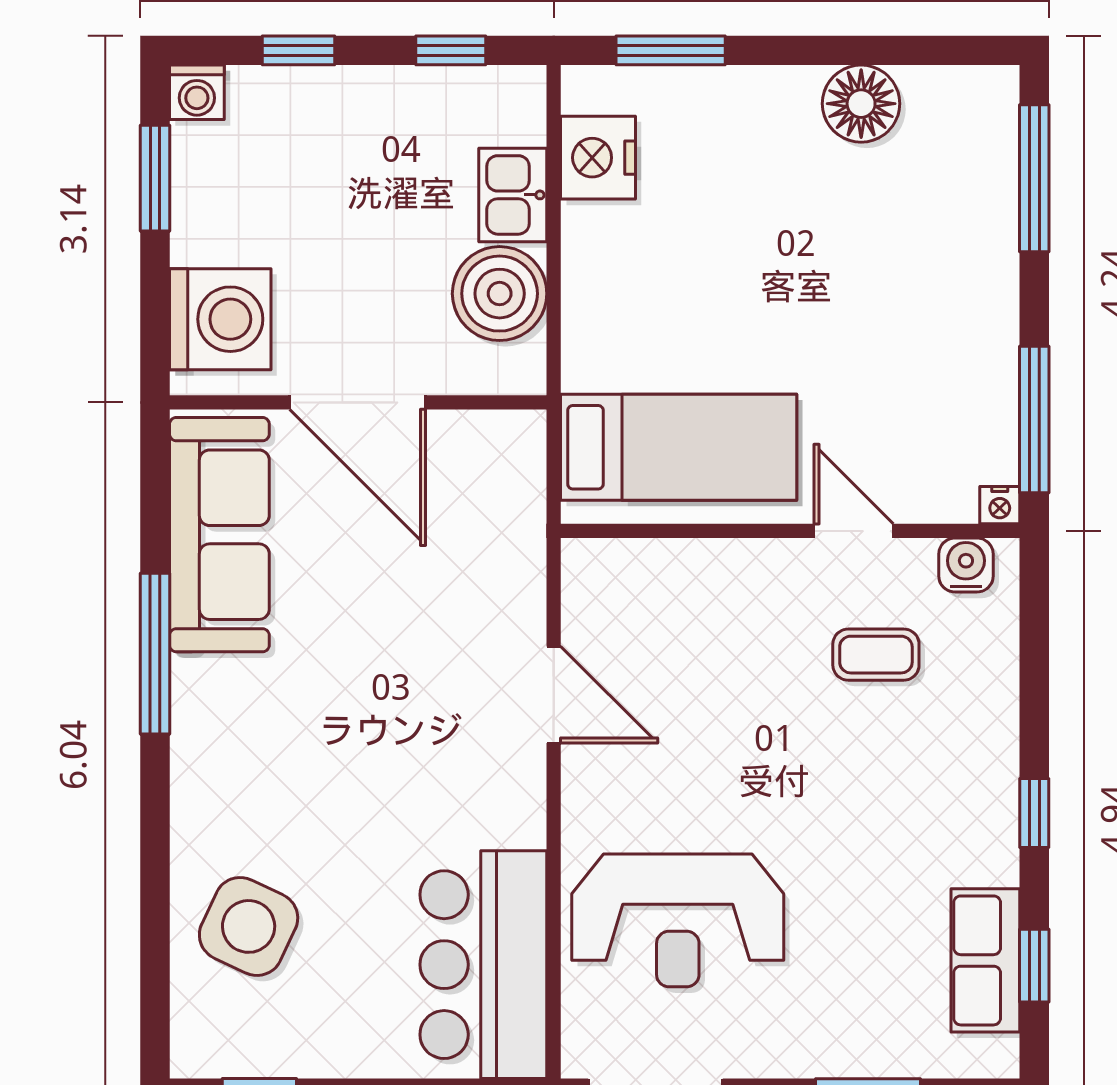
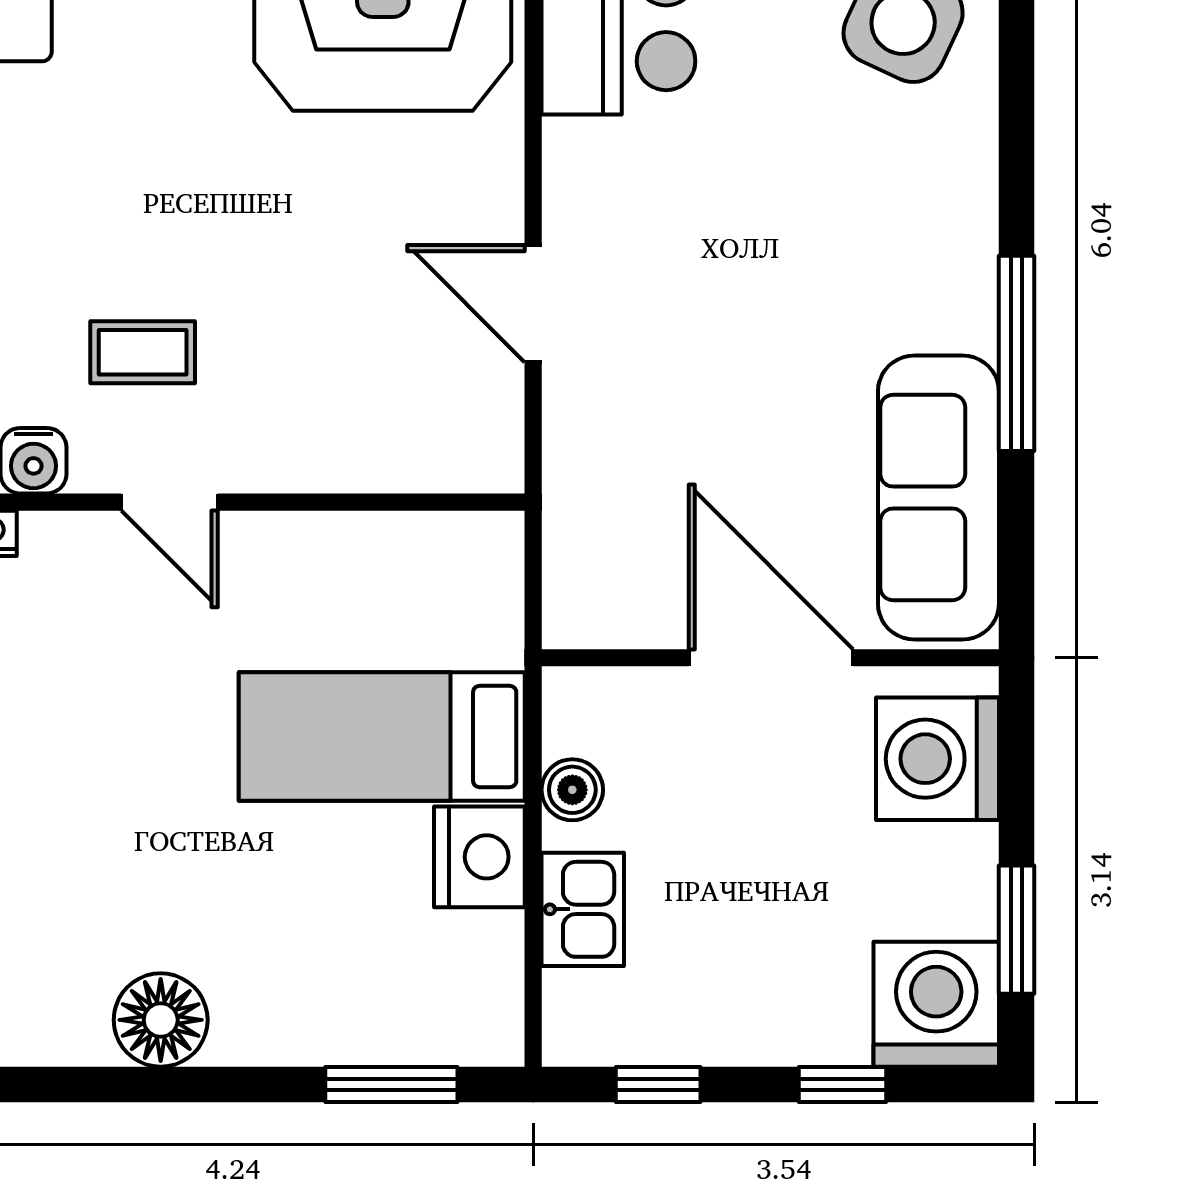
washing machine: (197, 92) -> (936, 1004), width x1.89, depth x1.89
nightstand: (598, 158) -> (479, 857), moved
boiler: (500, 294) -> (572, 790), width x0.54, depth x0.54
bed: (679, 447) -> (382, 736), moved

